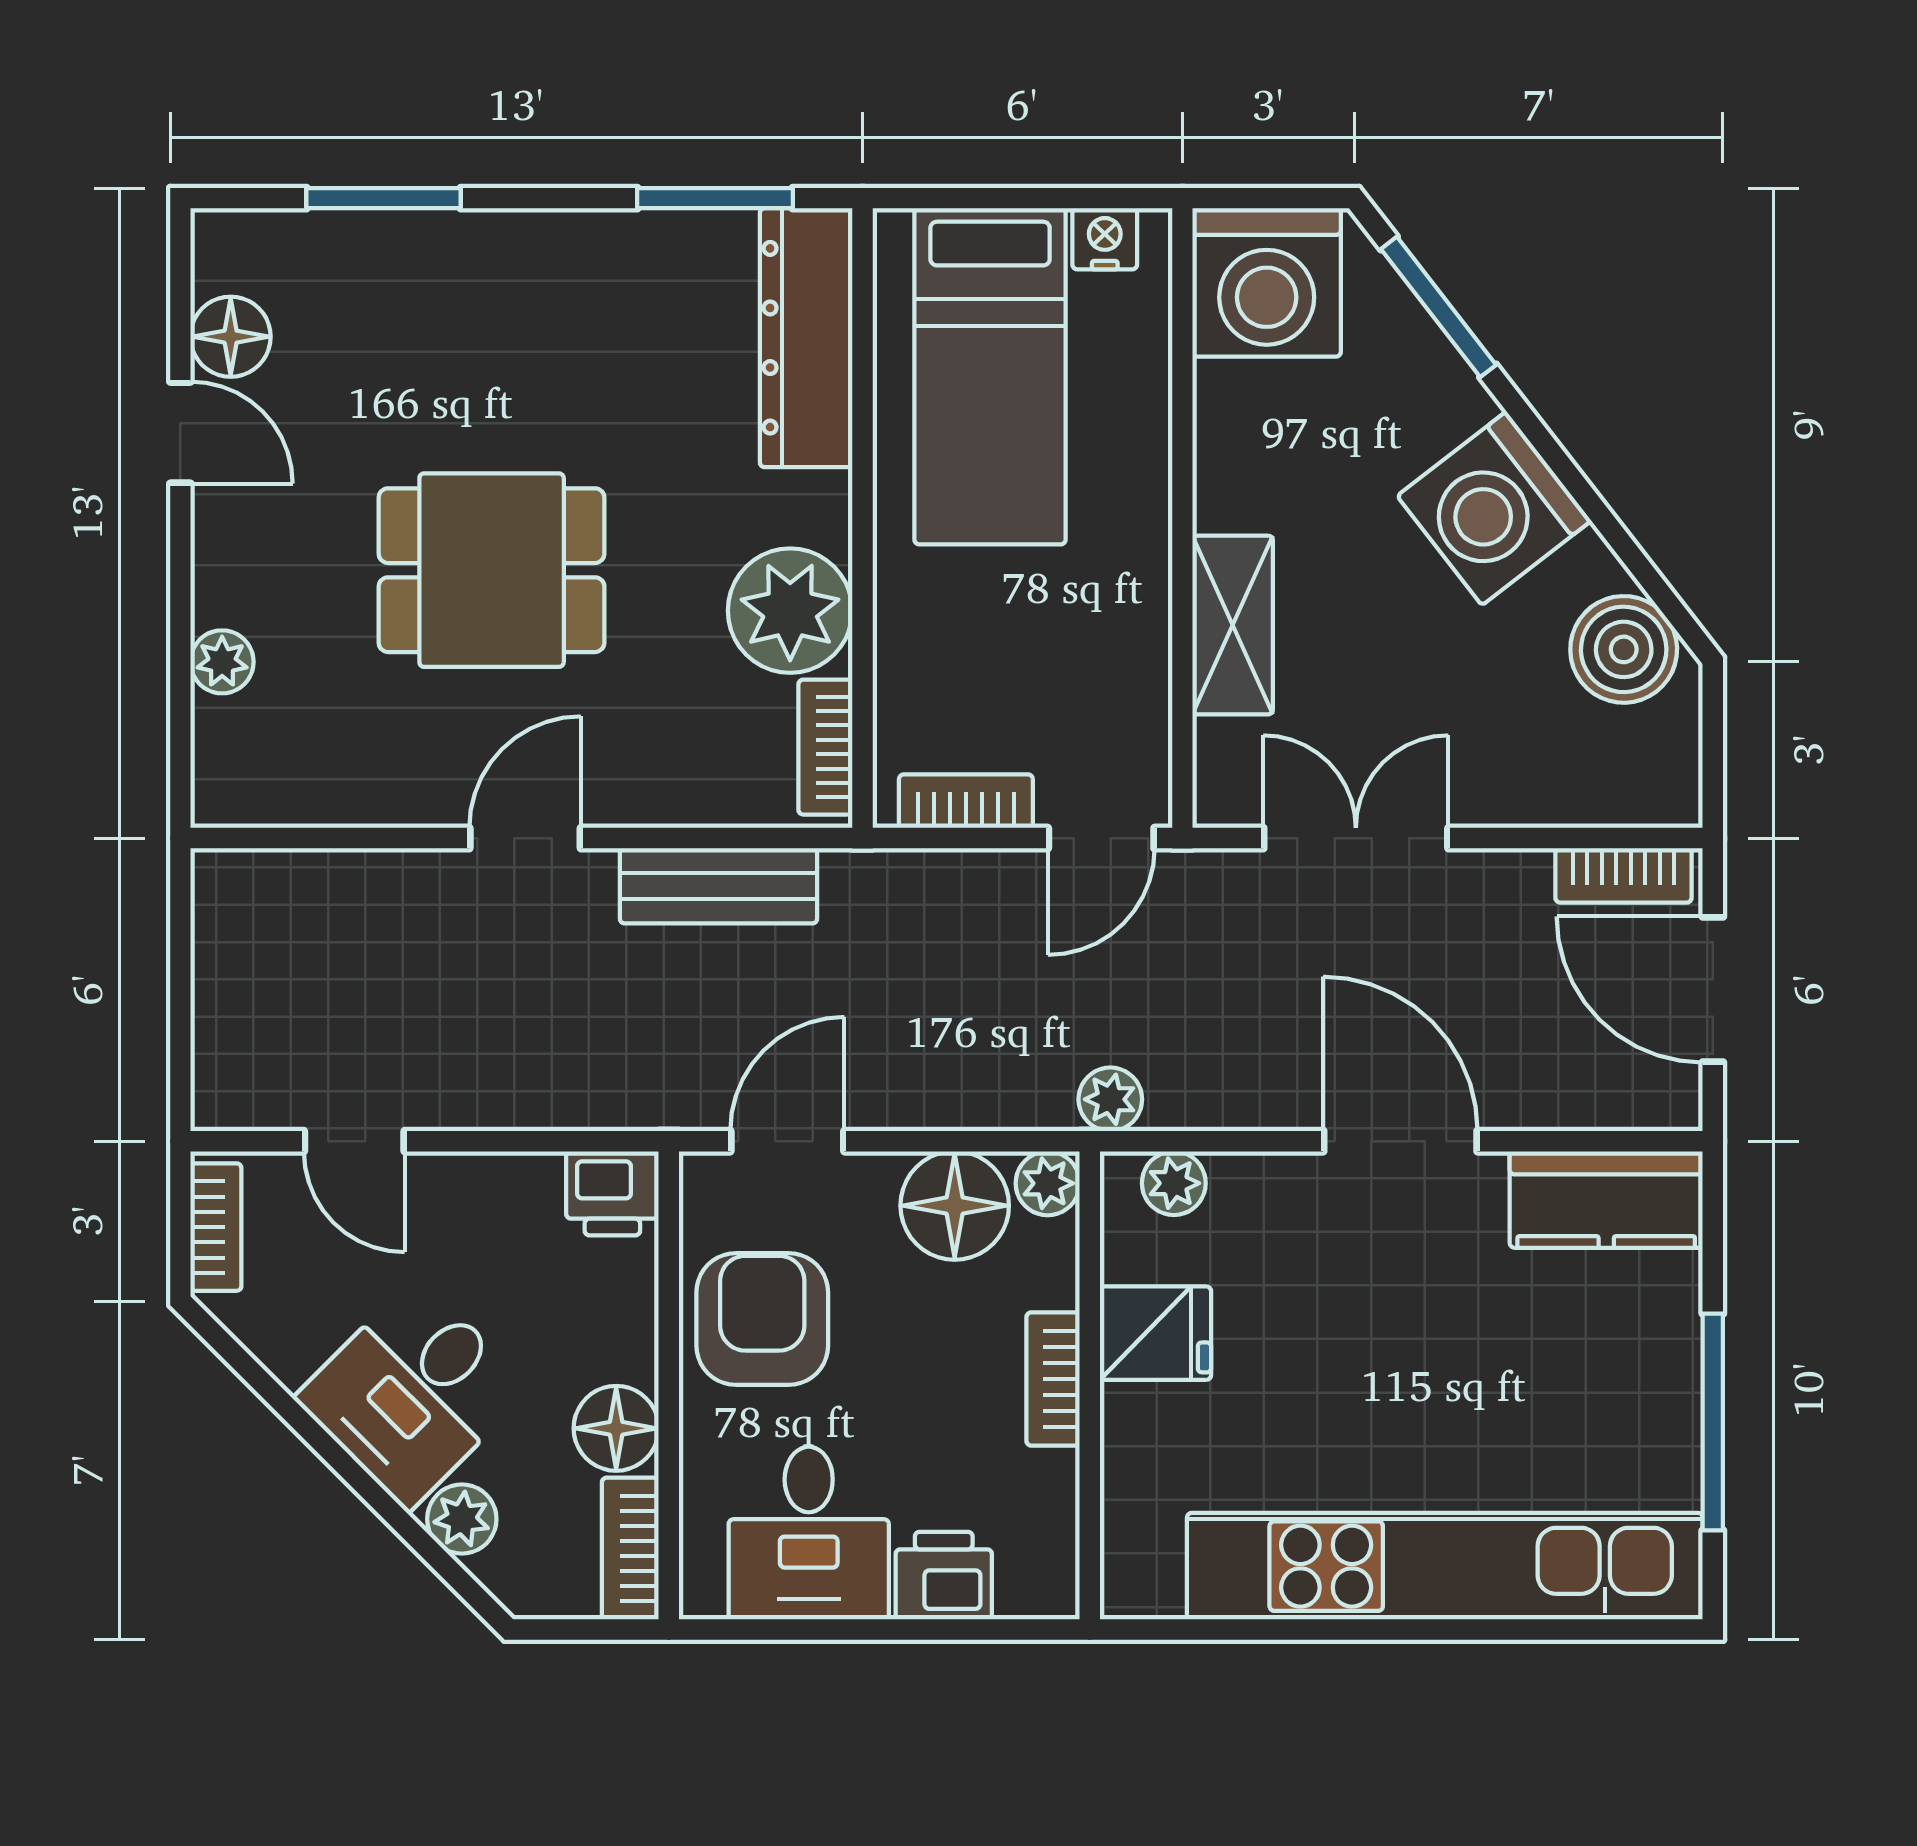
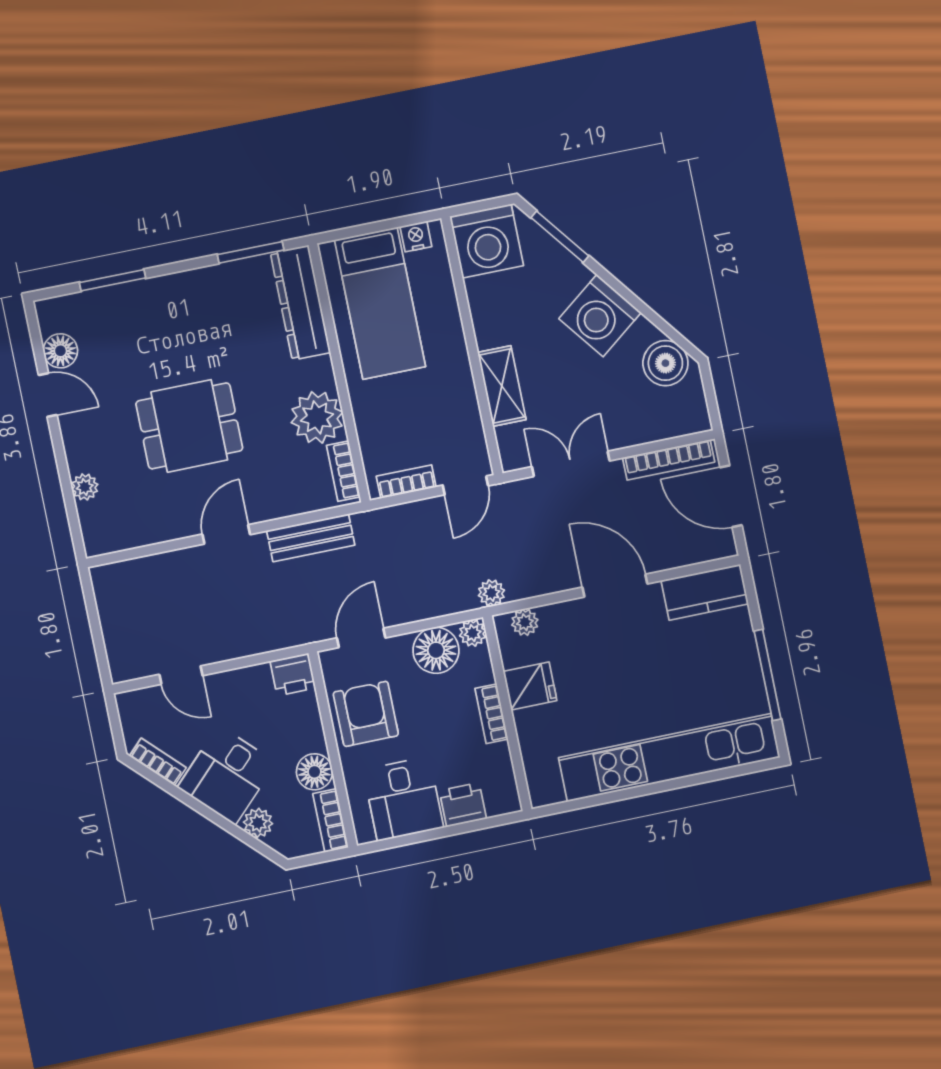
bookcase: (1624, 875) -> (669, 460), width x1.56
bookcase: (216, 1227) -> (158, 762), moved, turned -45

